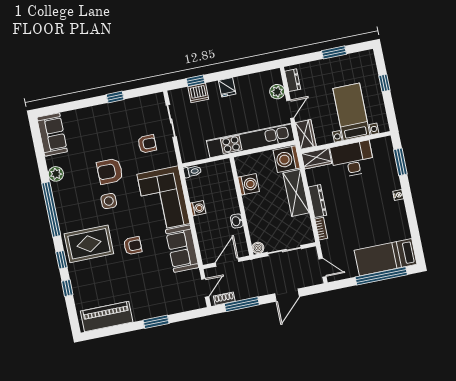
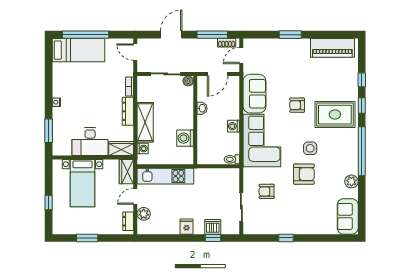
kitchen unit: (251, 140) -> (165, 176), width x0.73
washing machine: (287, 159) -> (143, 149), width x0.53, depth x0.53

